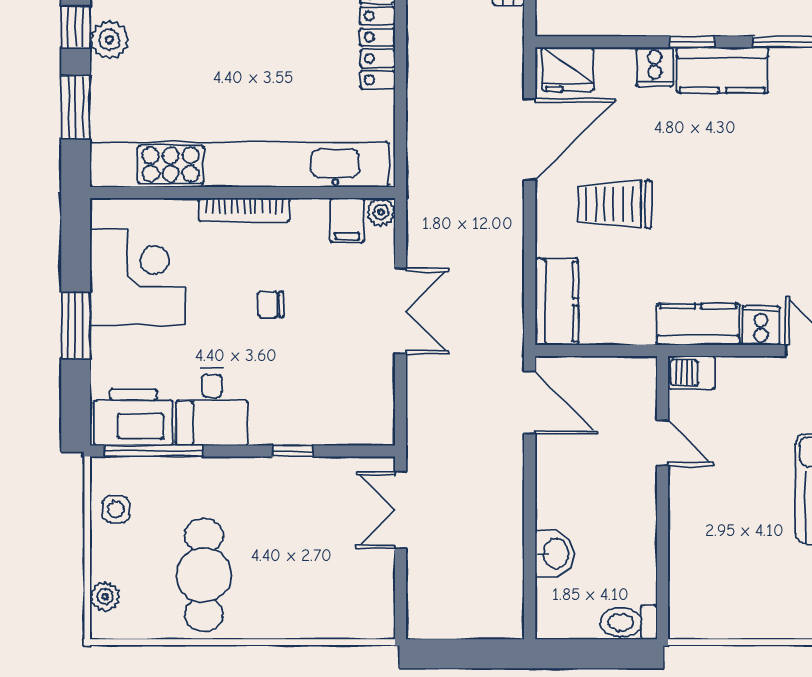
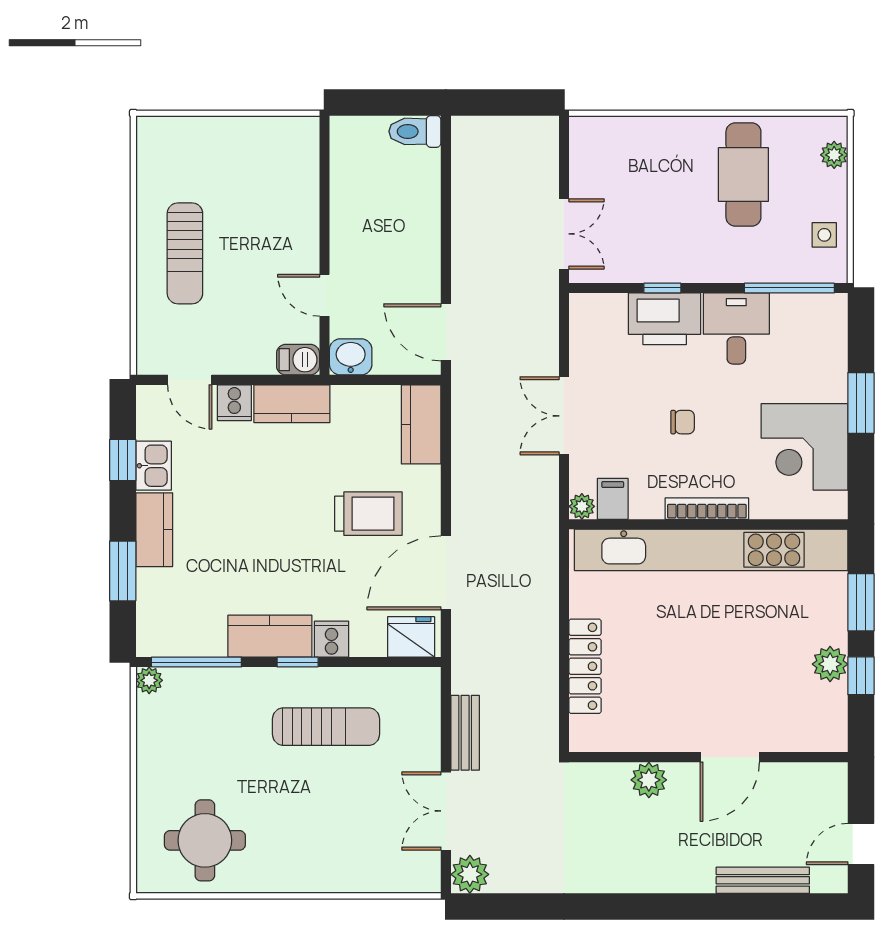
printer: (133, 417) -> (665, 319), moved
washbasin: (555, 554) -> (351, 357), moved, turned 90
toilet: (629, 622) -> (415, 131), moved, turned 180

